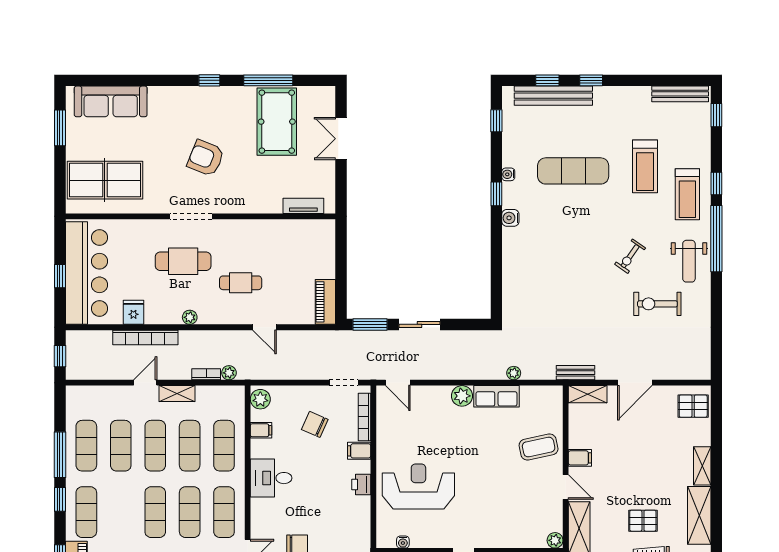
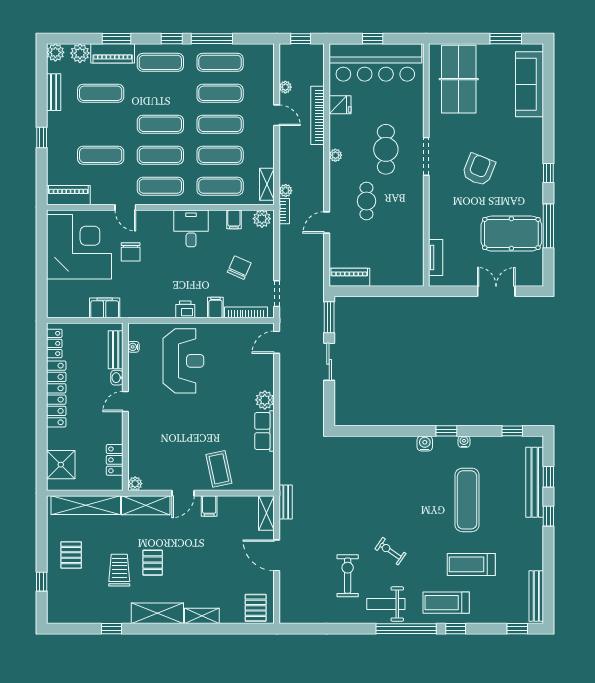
plant: (514, 373) -> (285, 87), moved
bookcase: (206, 374) -> (284, 211), moved
shelving: (177, 394) -> (267, 184), moved

